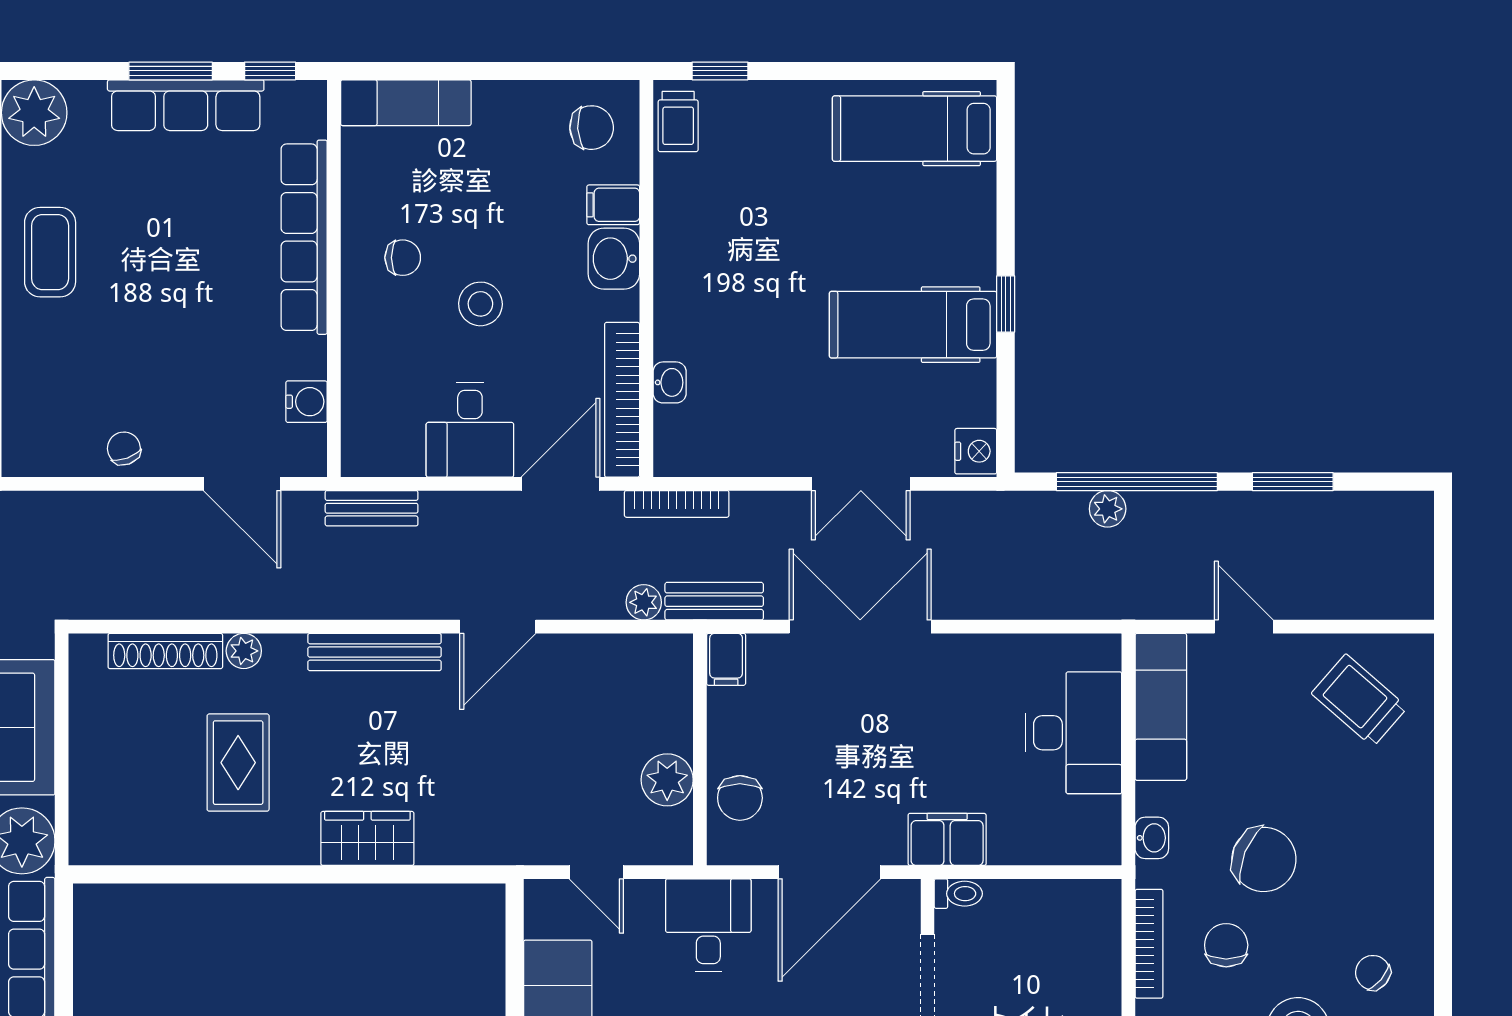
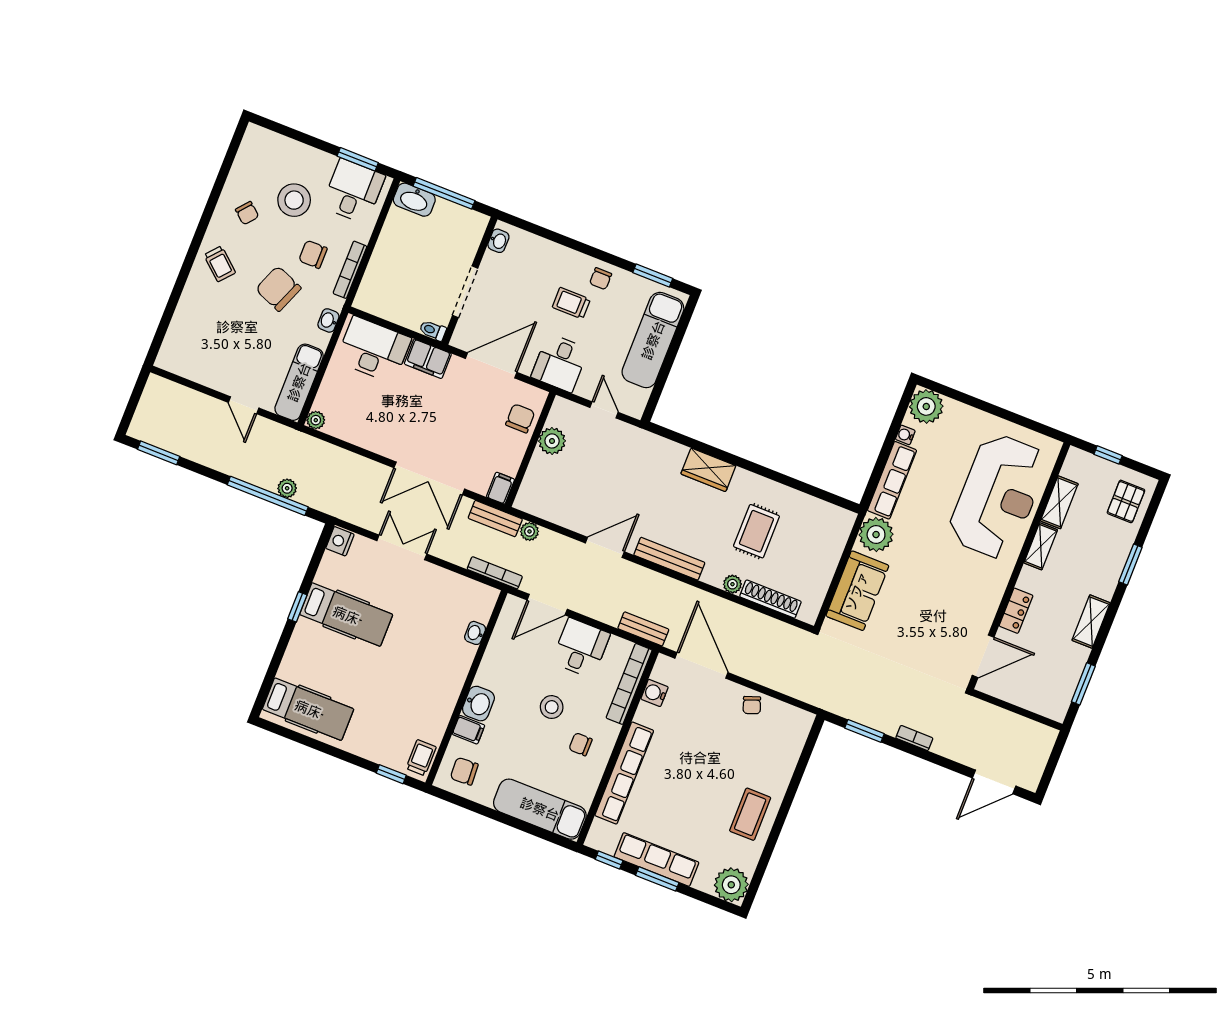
exam couch: (406, 103) -> (540, 809), width x1.36, depth x1.45
bookcase: (622, 400) -> (629, 684), moved, turned 180
window: (1293, 482) -> (159, 453), moved
door: (242, 484) -> (701, 665), width x1.36
plant: (1104, 651) -> (316, 420), added
trolley: (1359, 700) -> (220, 264), moved, width x0.73, depth x0.72
desk: (1074, 733) -> (374, 350), moved, turned 90
chair: (1226, 945) -> (313, 254), turned 90

